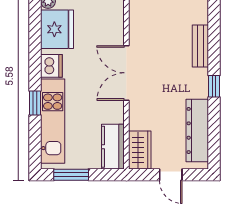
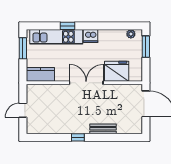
fridge: (57, 29) -> (117, 71), moved, turned 180
dresser: (197, 131) -> (50, 127), removed
wardrobe: (140, 150) -> (38, 91), removed

